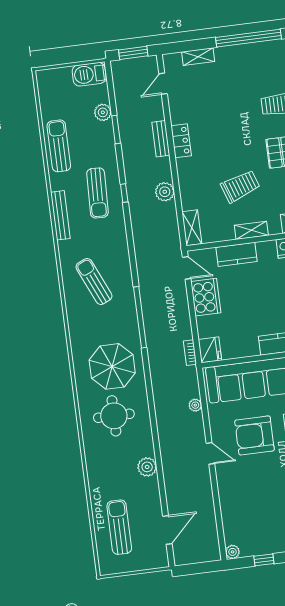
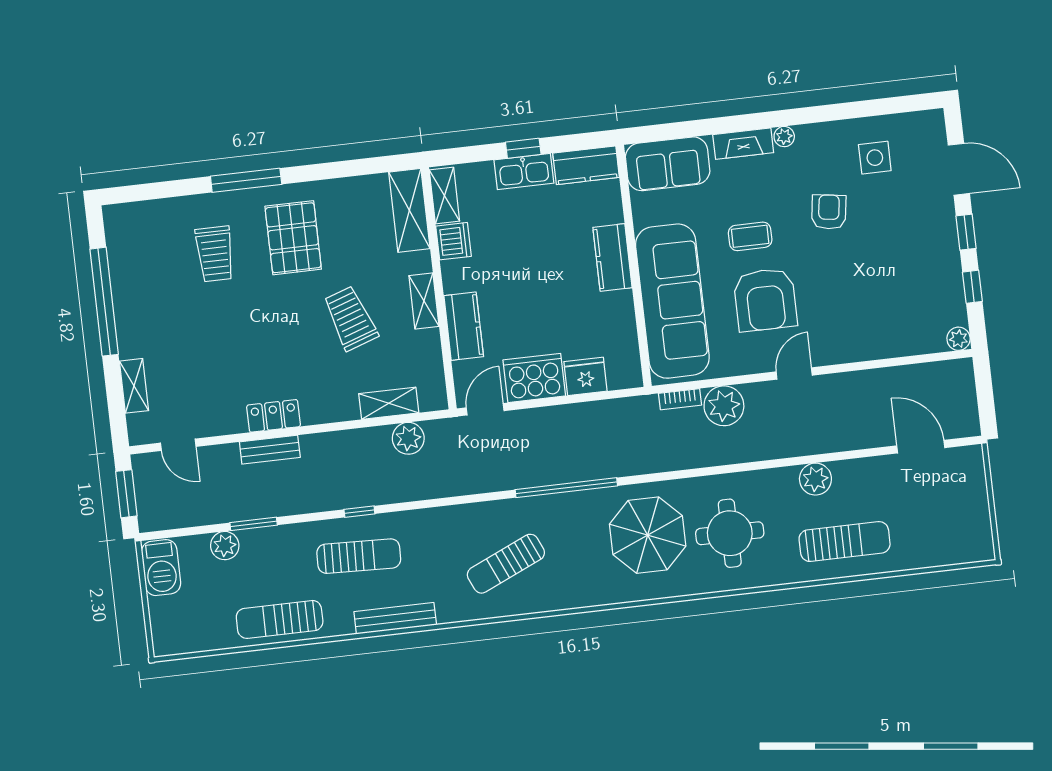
plant: (165, 192) -> (408, 438), moved
shelving: (192, 228) -> (389, 403), moved
fridge: (210, 350) -> (586, 376), moved
bookcase: (190, 353) -> (680, 399), moved
plant: (195, 405) -> (724, 406), width x1.87, depth x1.87
sun lounger: (119, 527) -> (845, 542), moved, turned 180

